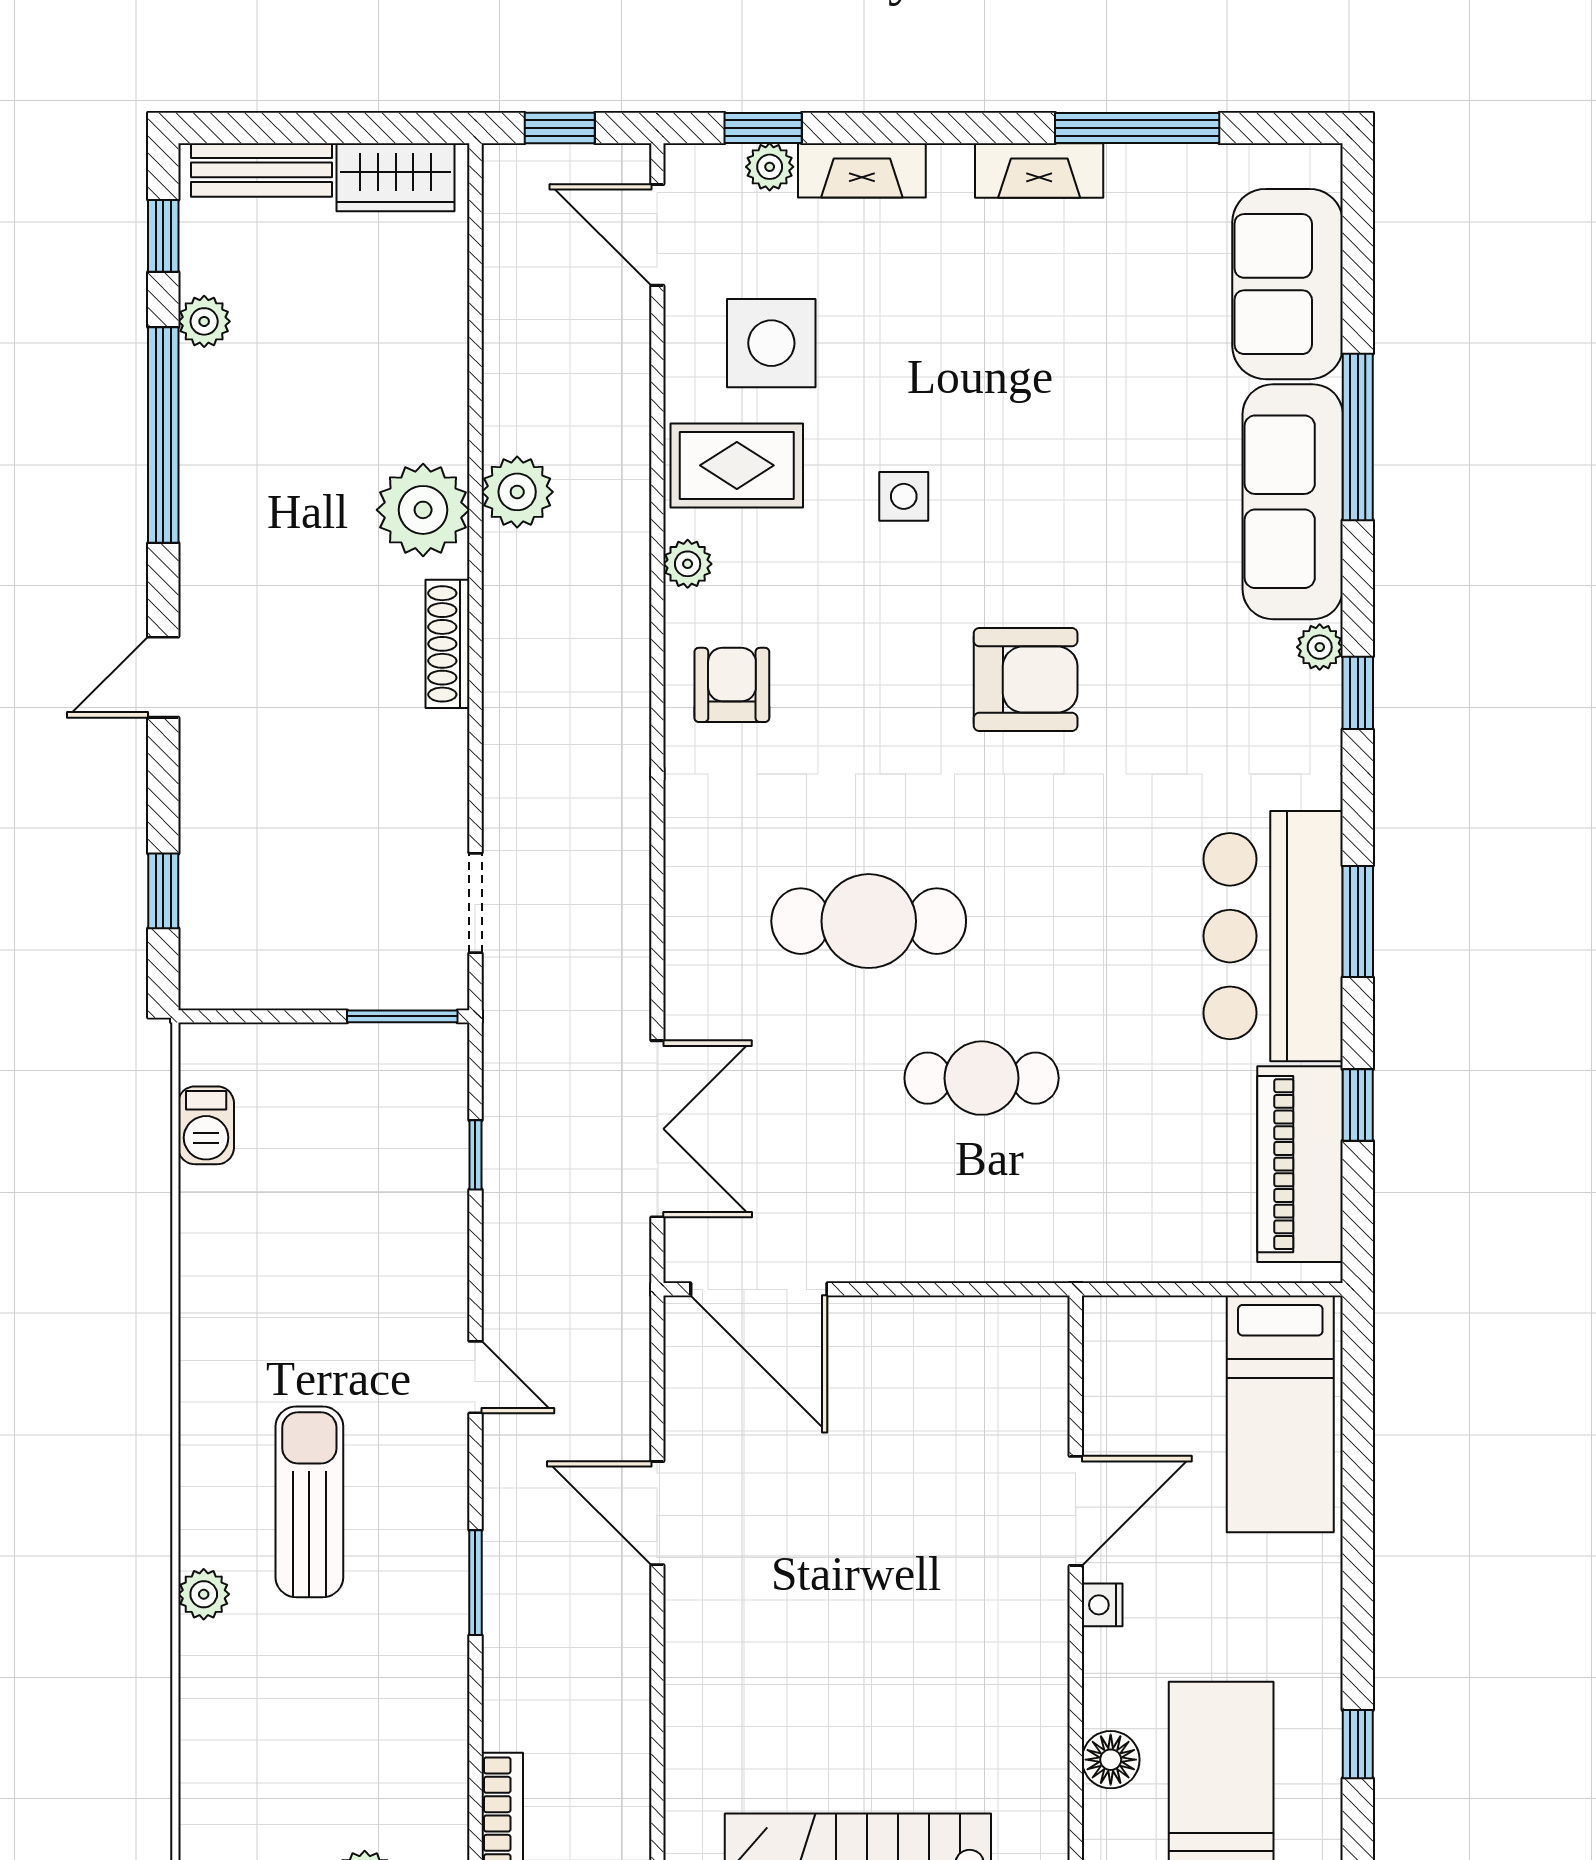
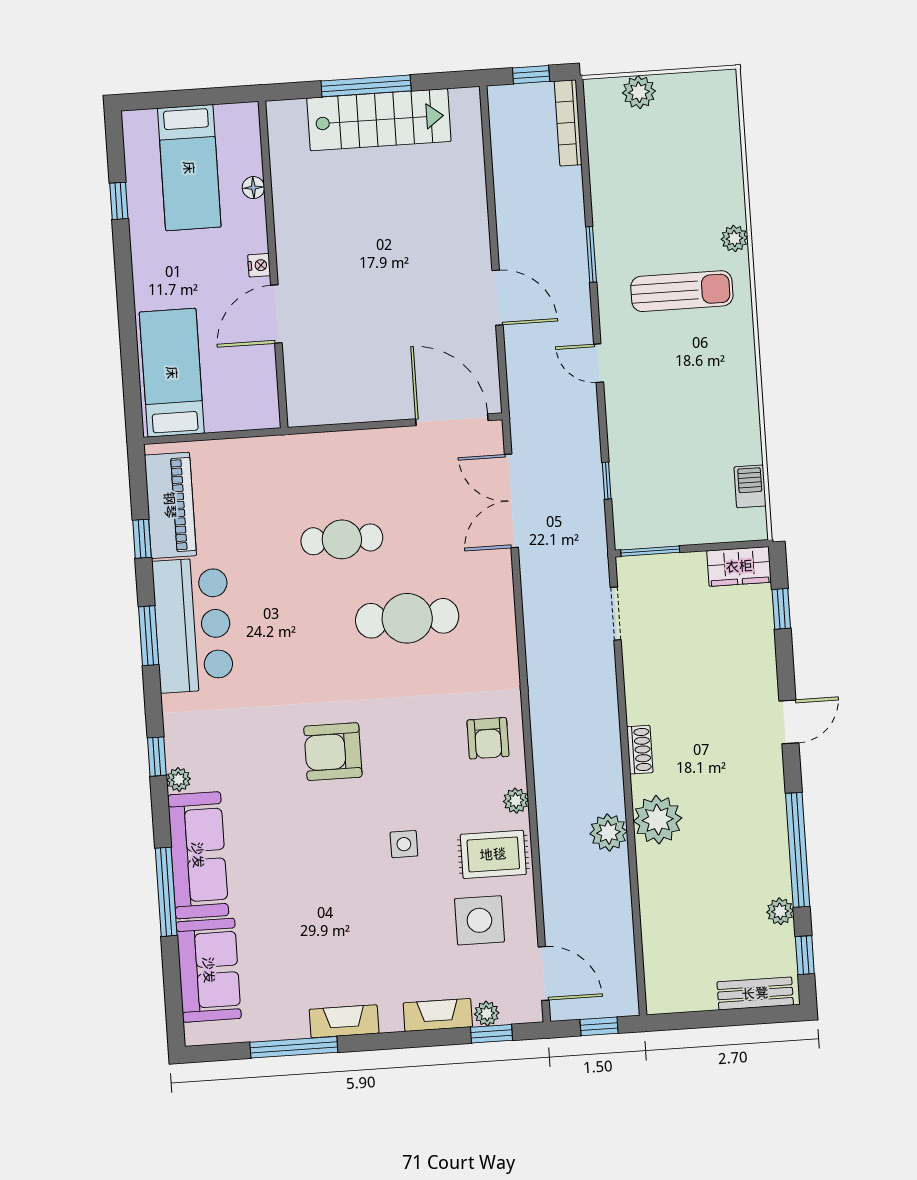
wardrobe: (396, 177) -> (739, 566), moved, turned 180
shoe rack: (448, 644) -> (640, 750), width x0.70
sun lounger: (309, 1502) -> (682, 291), turned -90
floor lamp: (1111, 1760) -> (253, 188), width x0.73, depth x0.73

